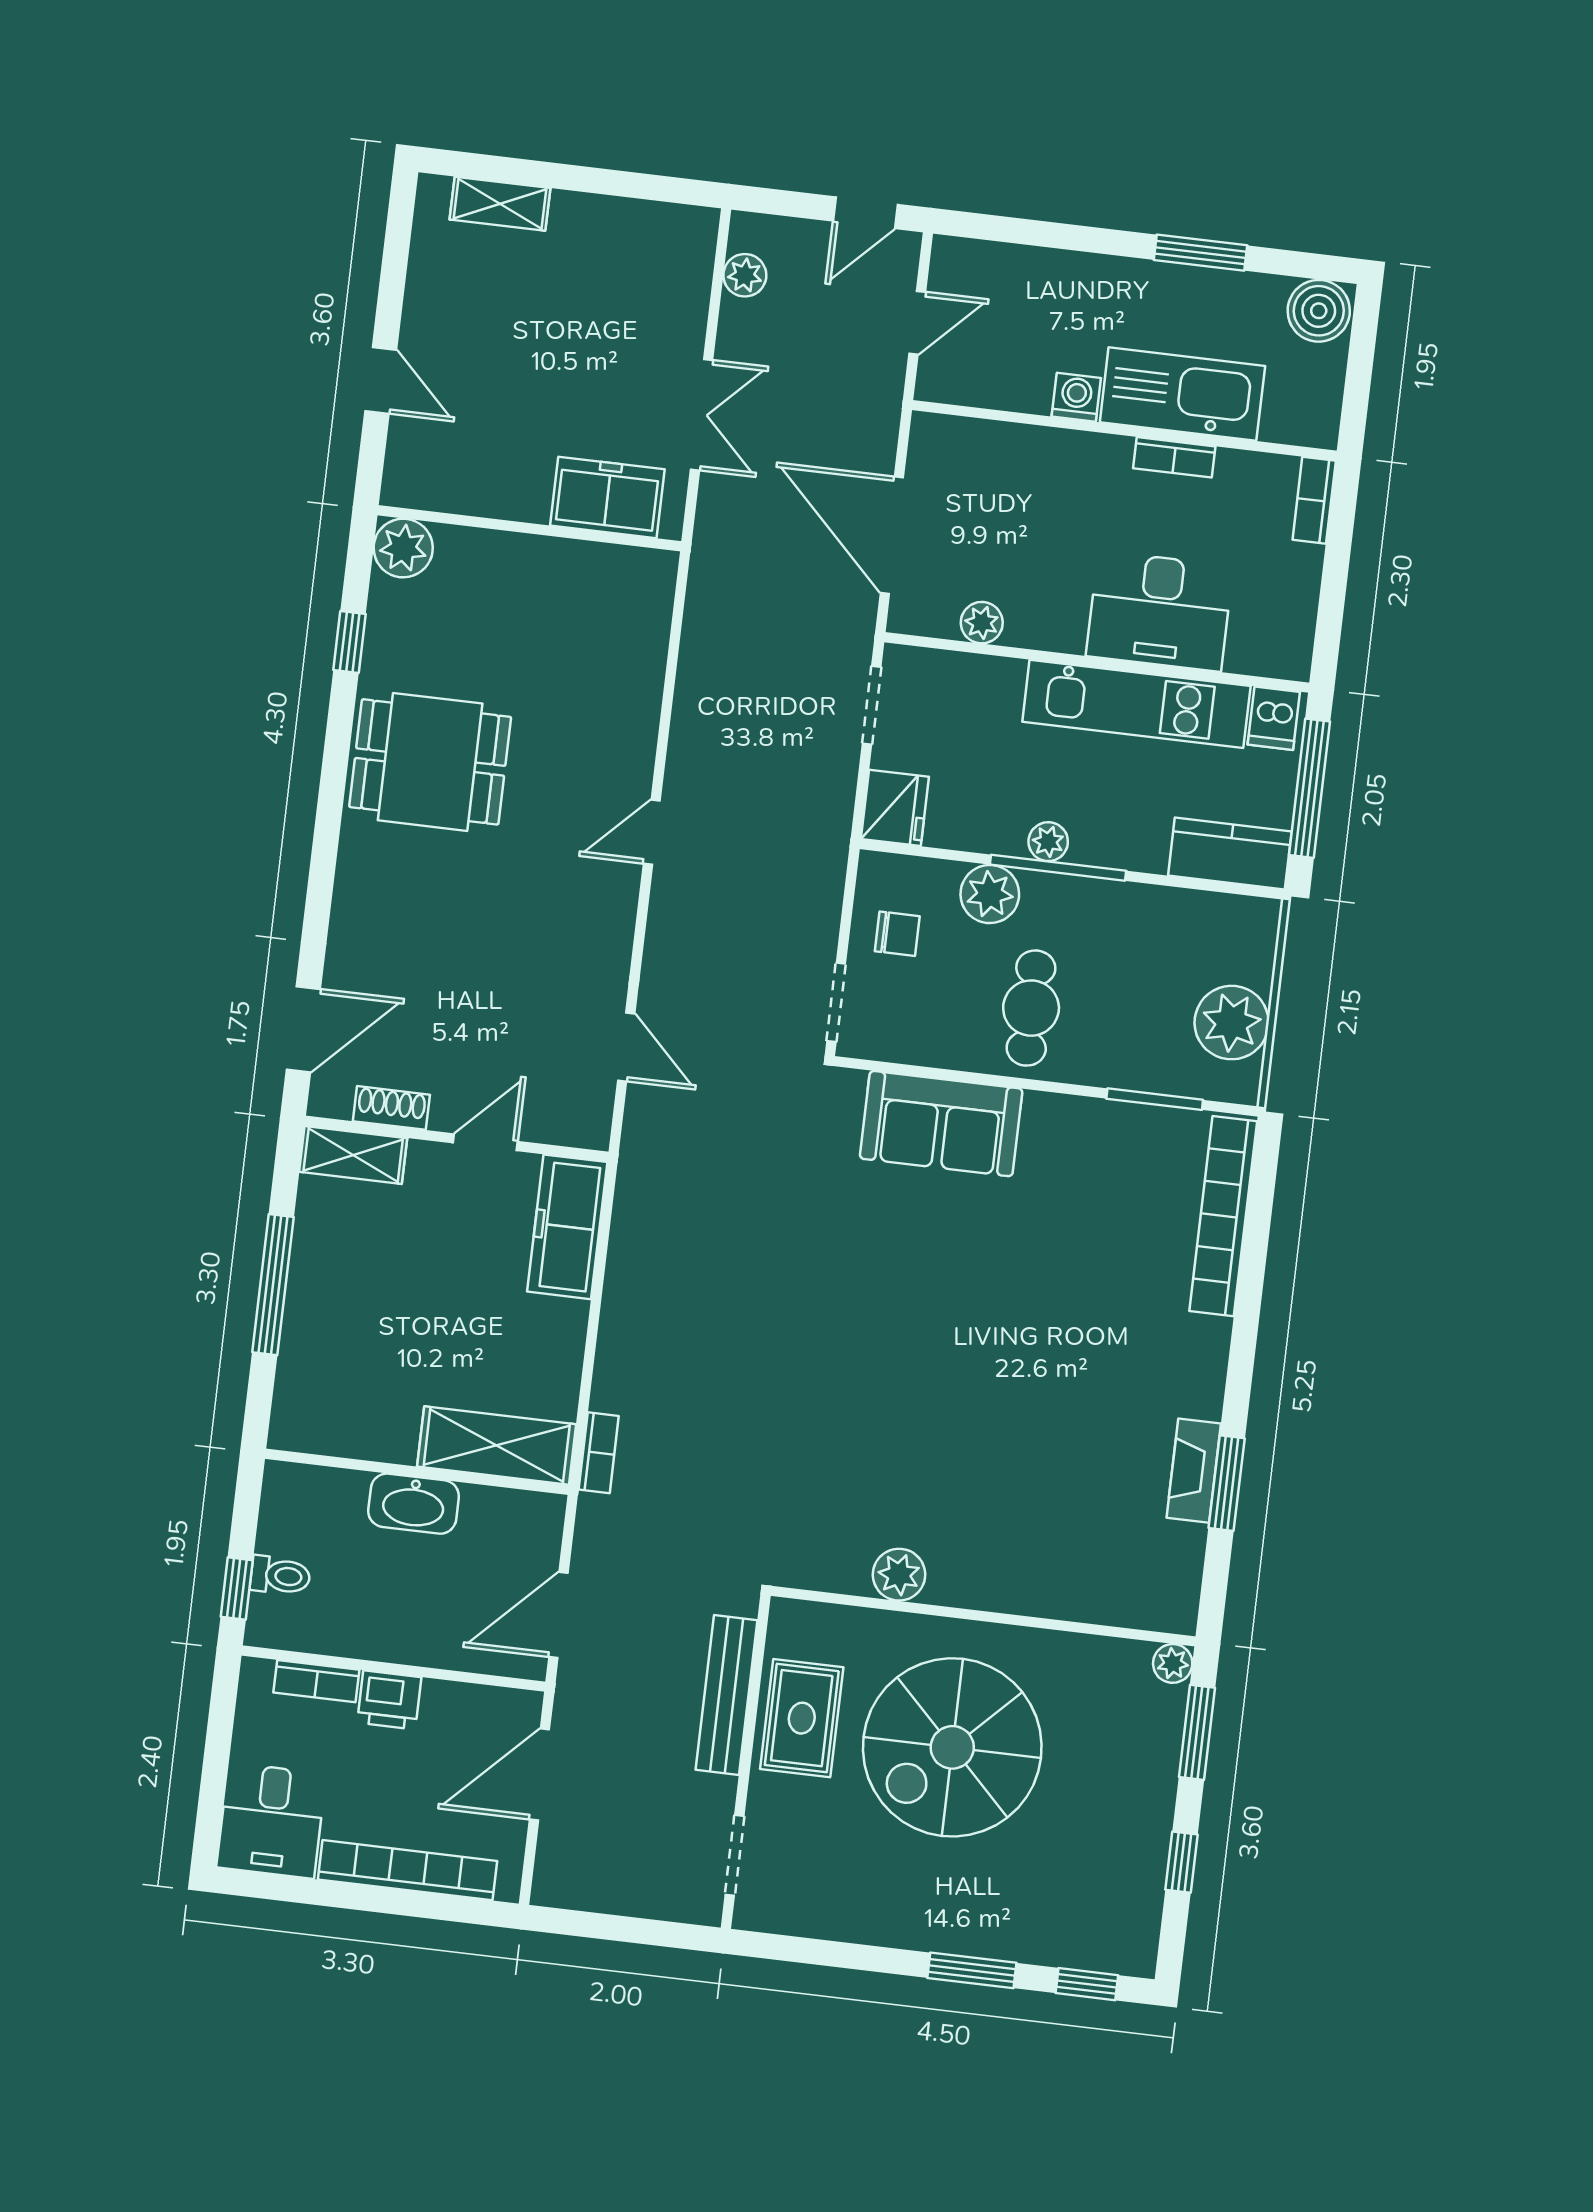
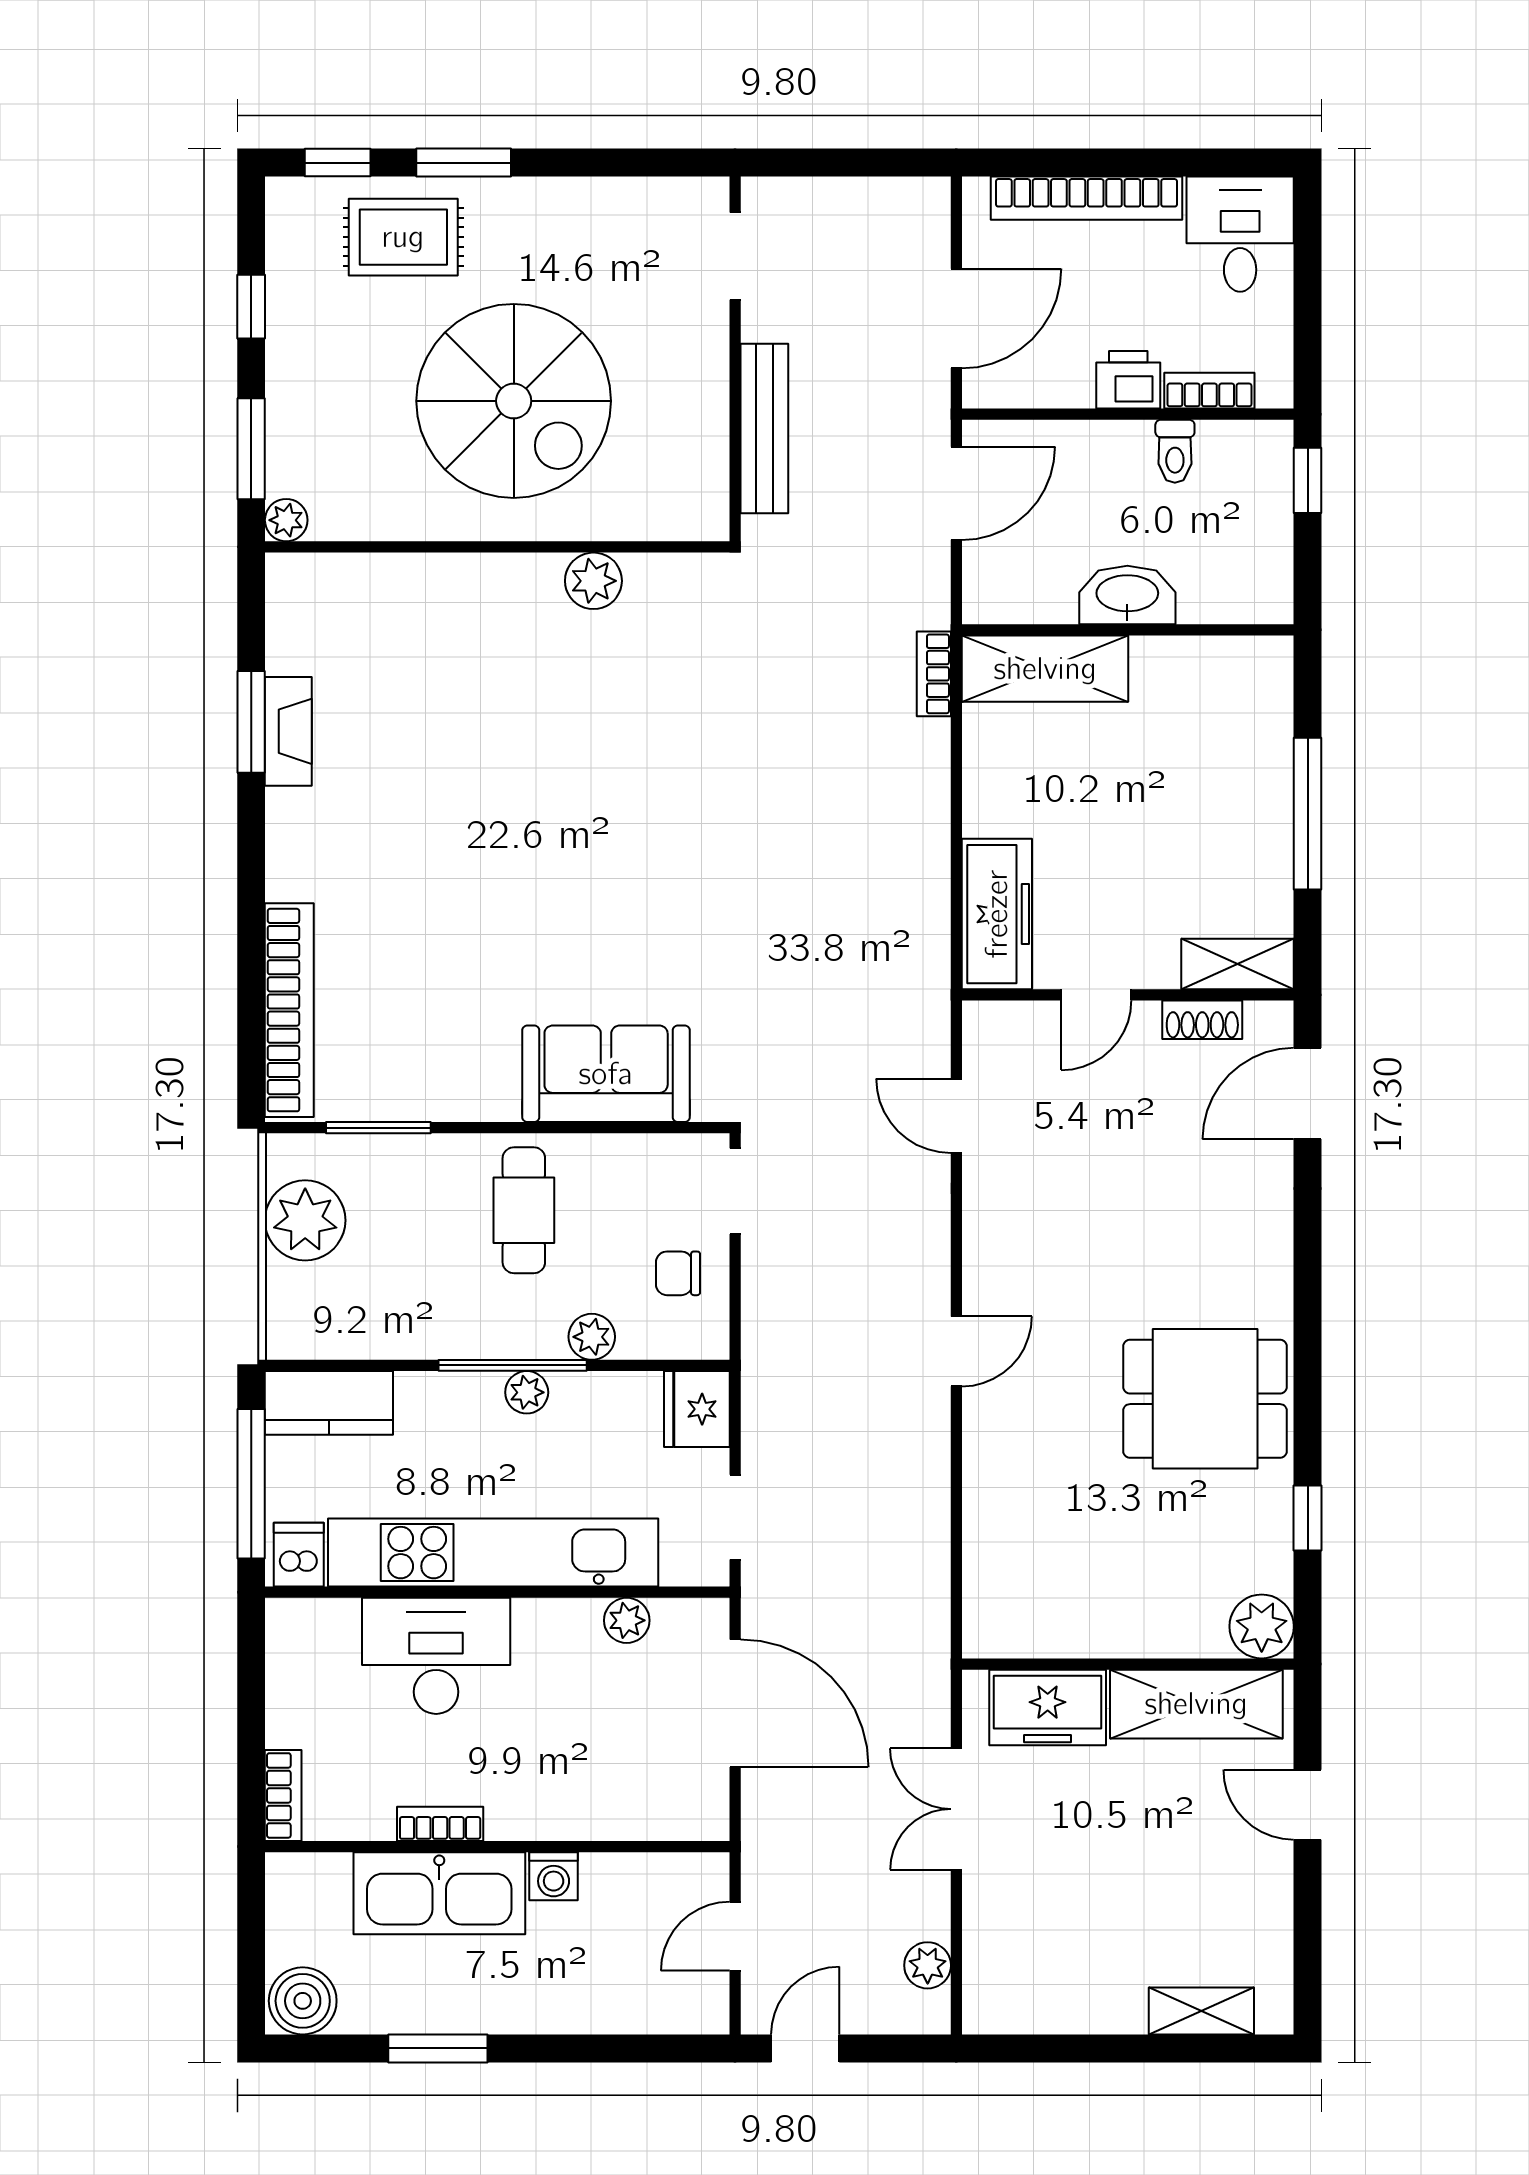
shelving: (471, 484) -> (1196, 1704), added
kitchen unit: (1136, 704) -> (493, 1553), width x1.36
plant: (990, 894) -> (592, 1337), width x0.73, depth x0.73
toilet: (280, 1576) -> (1175, 451), moved, turned -90
rug: (802, 1718) -> (403, 237), moved, turned 90
spiral stairs: (952, 1747) -> (514, 401), turned 90

